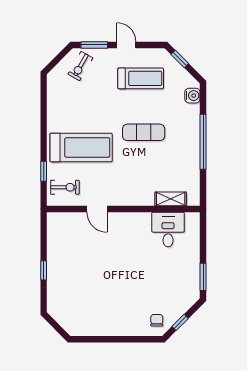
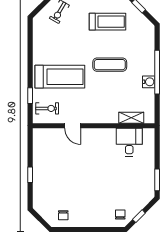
water cooler: (192, 96) -> (149, 82), moved
chair: (85, 321) -> (63, 215), added

